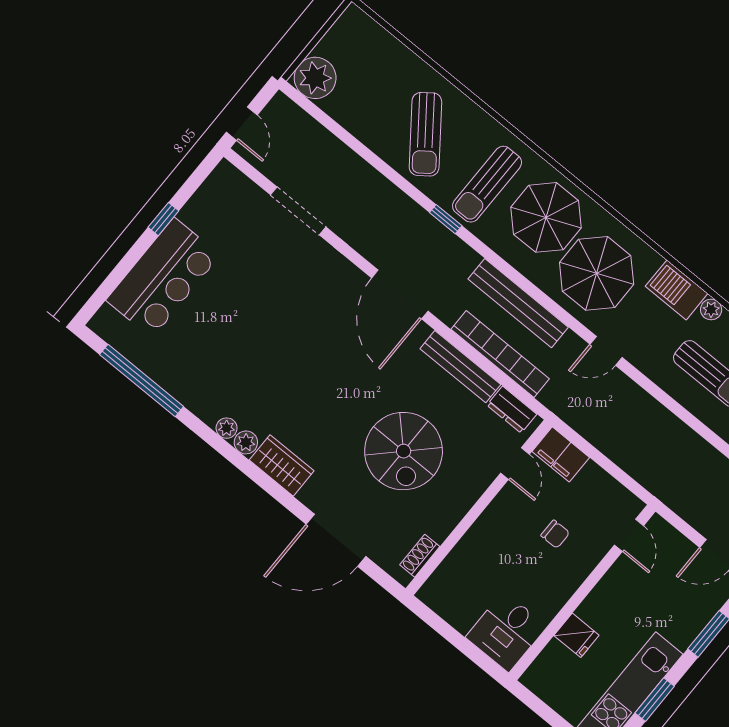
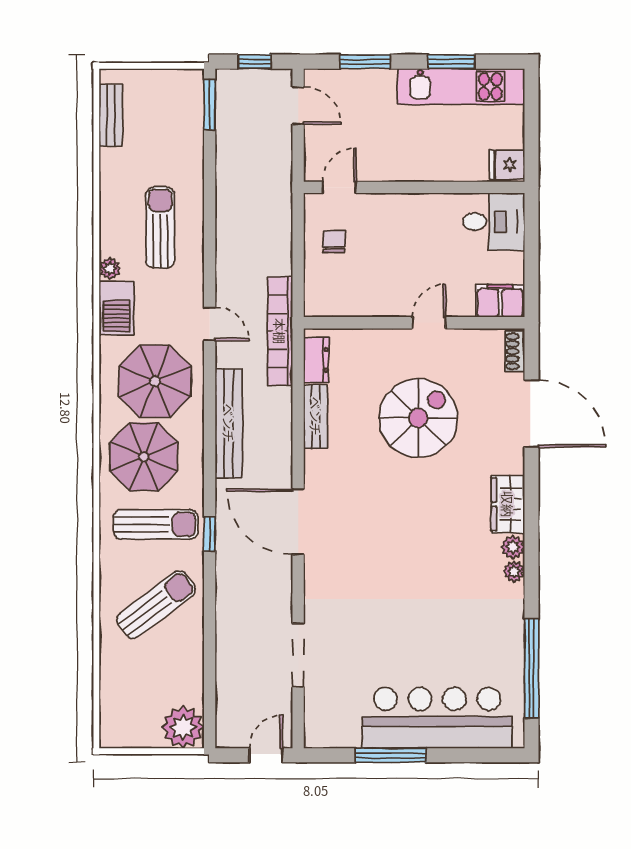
window: (163, 219) -> (391, 755), width x2.17
bar counter: (163, 278) -> (437, 718), width x1.36
door: (400, 294) -> (298, 522), swing flipped
bookcase: (500, 354) -> (280, 331), moved
bench: (460, 367) -> (316, 416), width x0.73
filing cabinet: (561, 454) -> (500, 301), moved, turned -90
door: (515, 464) -> (429, 323), moved
chair: (555, 534) -> (334, 242), moved
shoe rack: (420, 556) -> (515, 351), moved, turned 90
fridge: (576, 635) -> (507, 165), moved, turned -90

